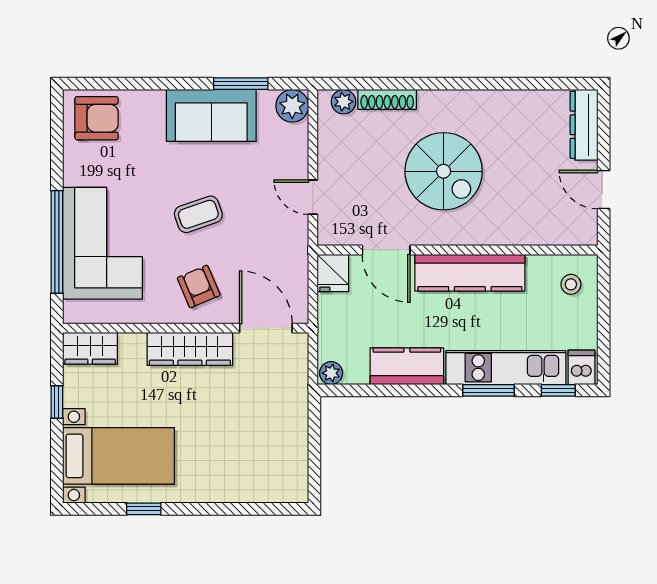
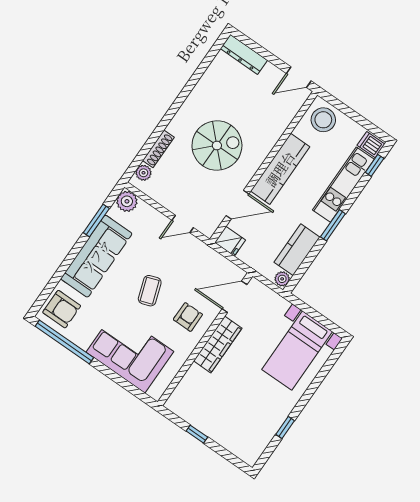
sofa: (211, 115) -> (96, 256), width x1.36
armchair: (97, 118) -> (62, 309), turned 90
door: (604, 190) -> (299, 77), moved
window: (57, 242) -> (64, 342), moved
stool: (571, 284) -> (323, 120), width x1.89, depth x1.89
armchair: (199, 286) -> (188, 317), turned 113
wardrobe: (90, 348) -> (181, 397), removed
kitchen counter: (407, 366) -> (297, 250), moved
window: (489, 390) -> (333, 225), moved
bed with nightstands: (119, 456) -> (297, 351), moved, turned 180

